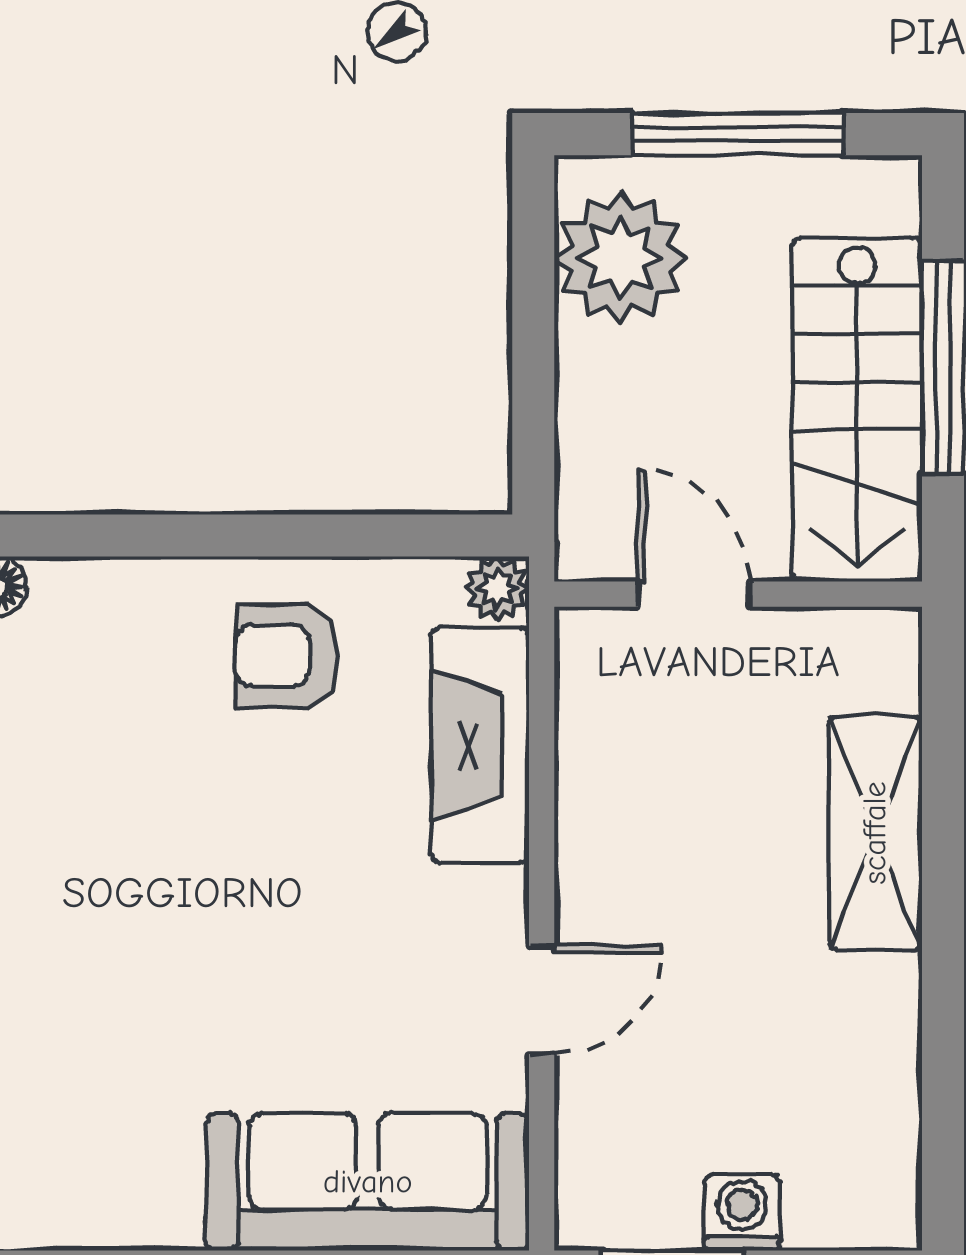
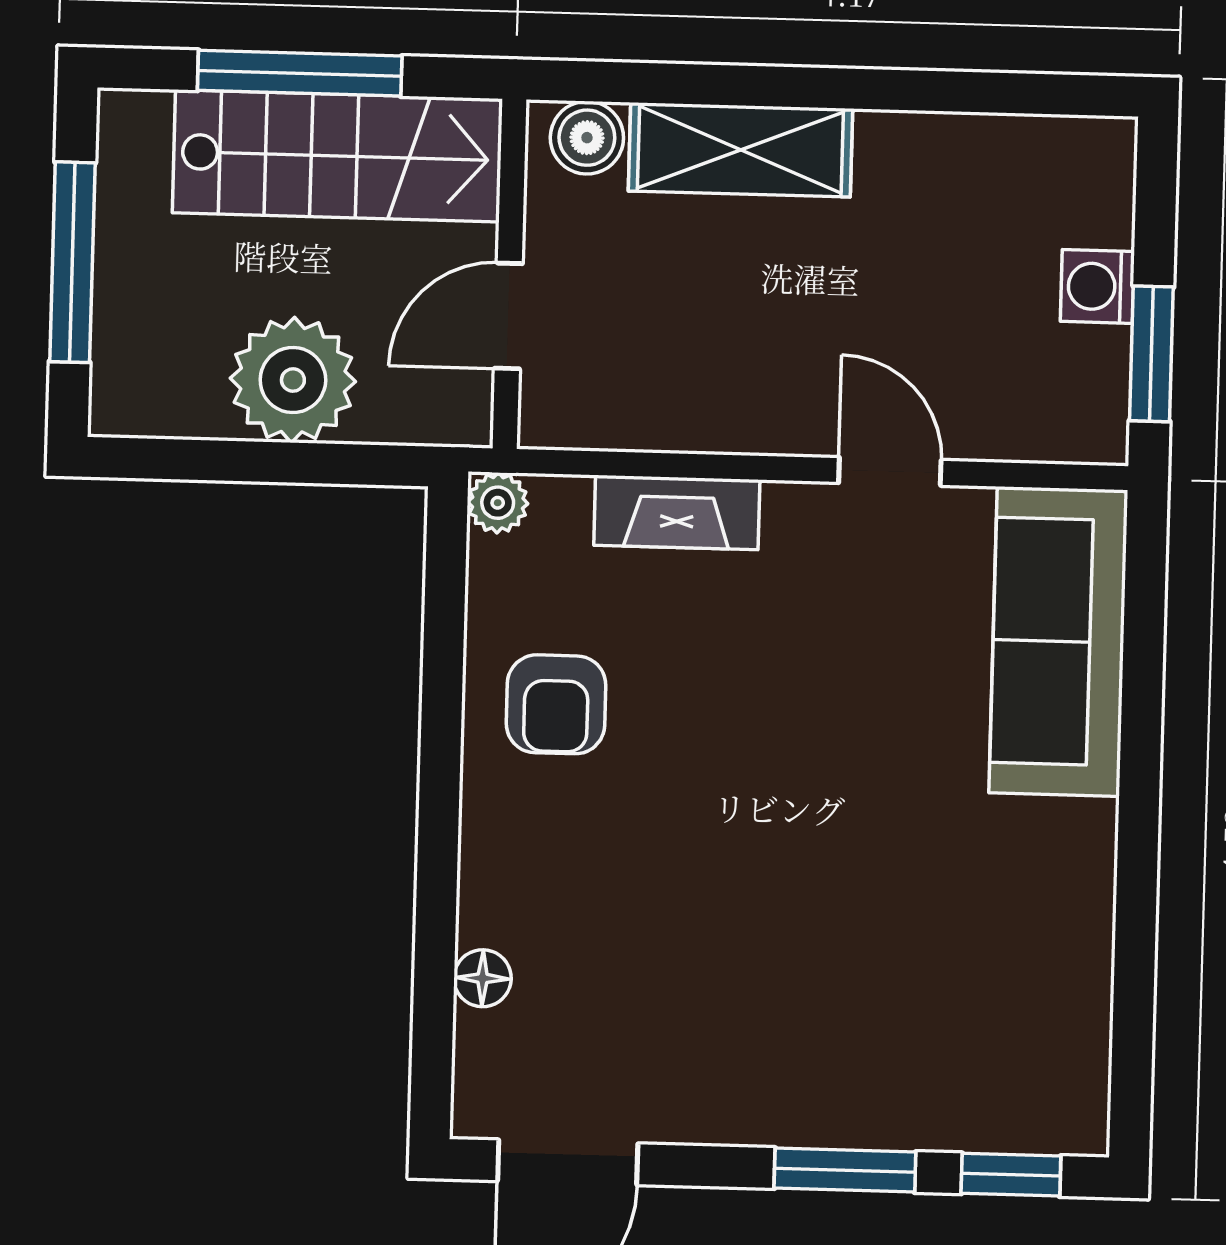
plant: (620, 258) -> (293, 380), moved
boiler: (884, 671) -> (587, 138), added
fireplace: (480, 745) -> (677, 512), width x0.73, depth x0.76

